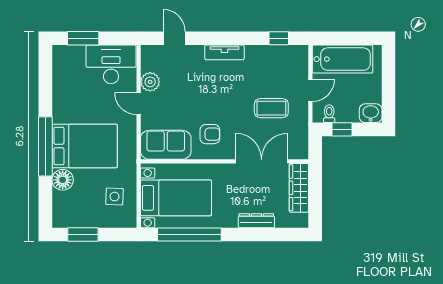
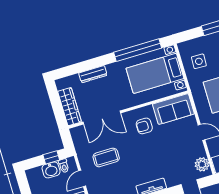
plant: (150, 82) -> (202, 164), moved
washbasin: (371, 113) -> (51, 170), moved

